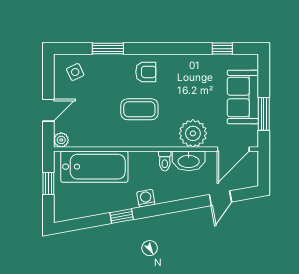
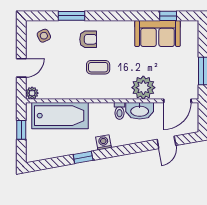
armchair: (146, 72) -> (88, 39), moved
sofa: (243, 97) -> (158, 33), moved, turned -90
coffee table: (139, 109) -> (98, 67), width x0.73, depth x0.77

